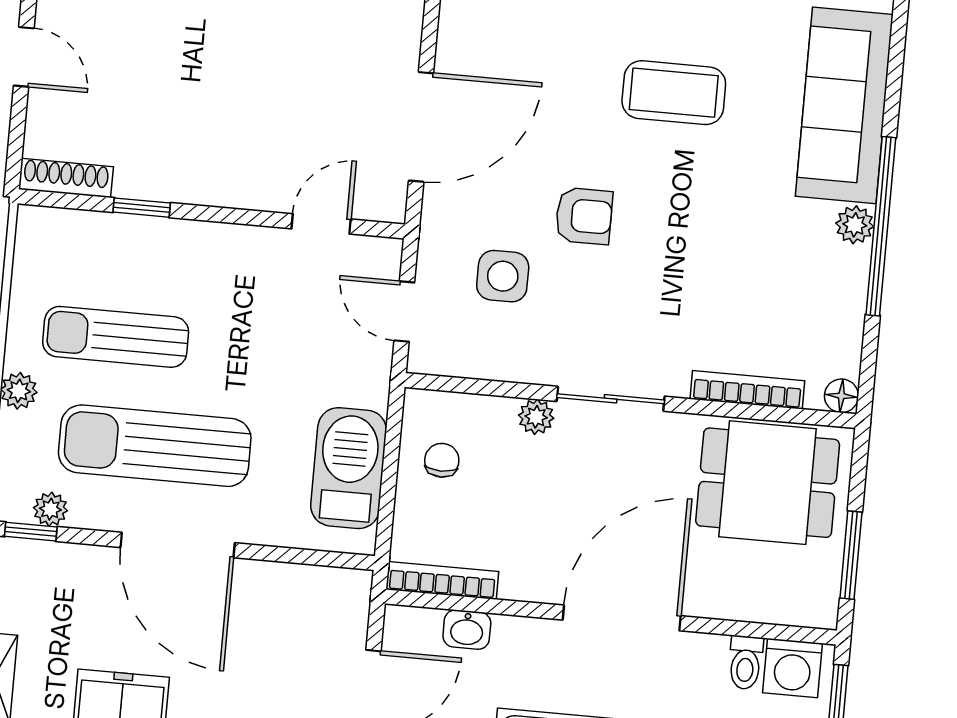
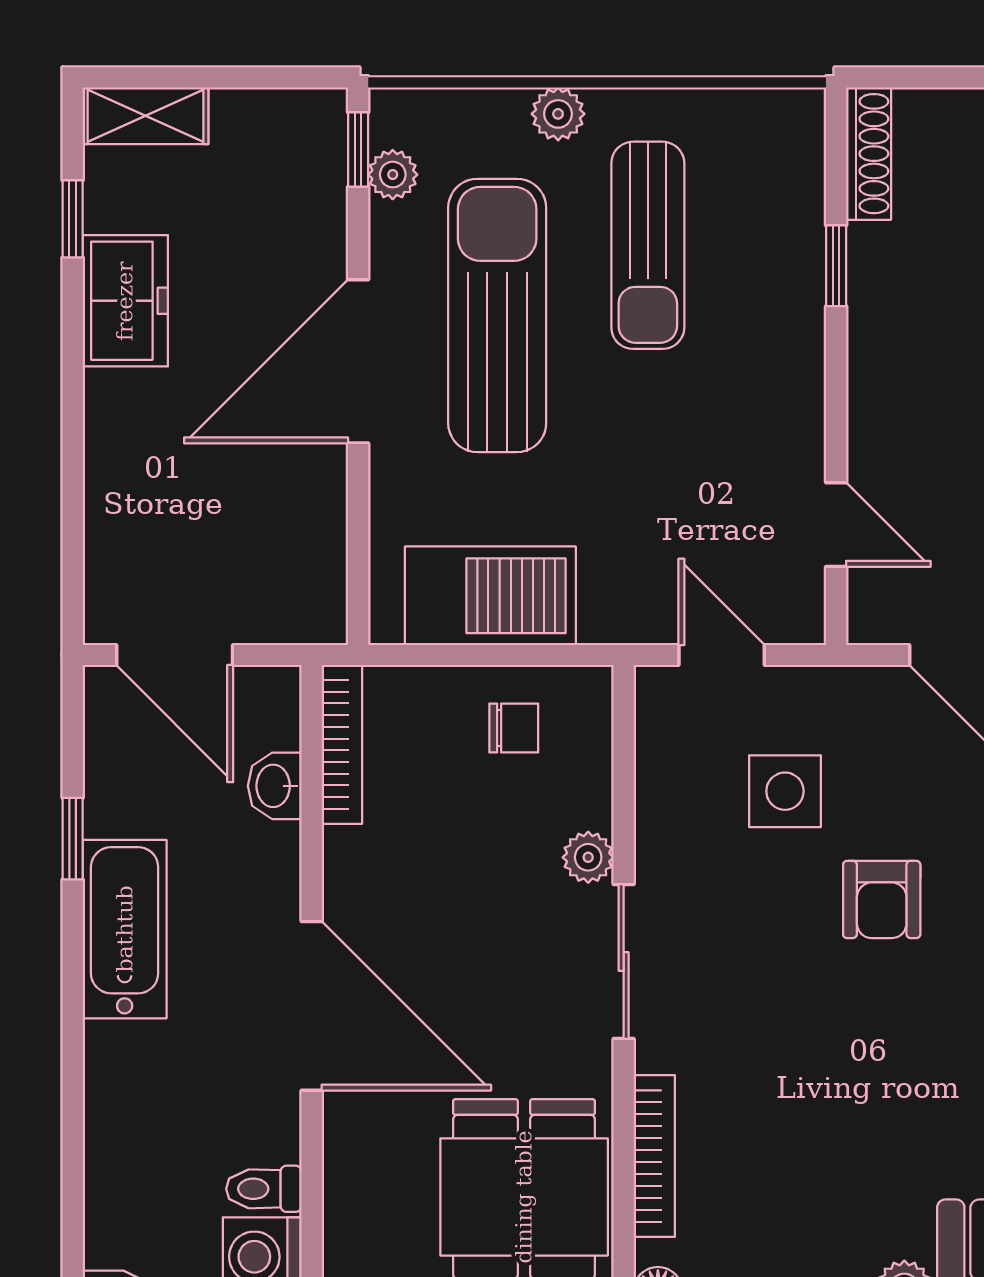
door: (404, 311) -> (722, 655), hinge flipped
sun lounger: (116, 337) -> (648, 245), turned 180

